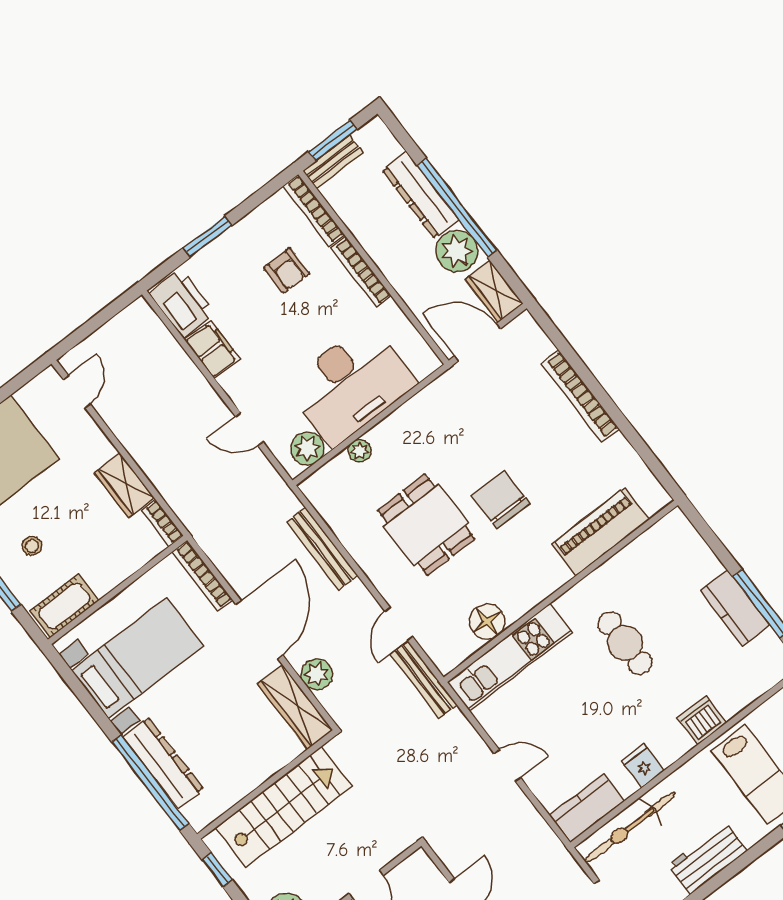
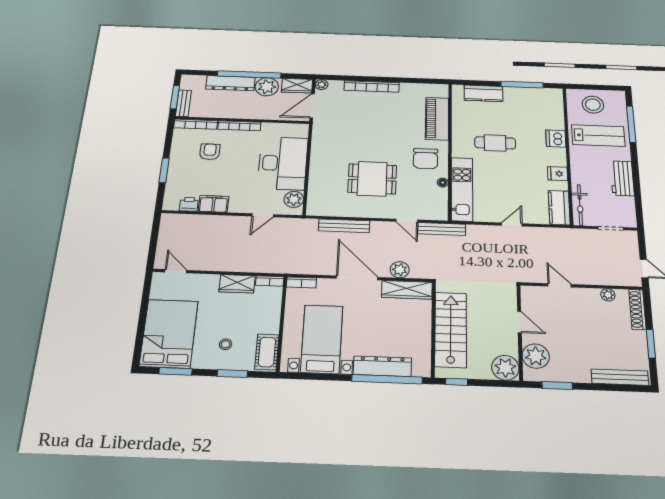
armchair: (287, 271) -> (210, 152), turned -90
printer: (182, 303) -> (189, 204), width x0.53, depth x0.68
plant: (359, 451) -> (322, 85), moved
chair: (500, 500) -> (426, 159), moved, turned -90
bookcase: (202, 576) -> (301, 282), width x0.64
kitchen counter: (735, 608) -> (483, 93), moved
floor lamp: (487, 622) -> (443, 183), width x0.53, depth x0.53
bicycle: (630, 827) -> (580, 205), width x0.73, depth x0.71

